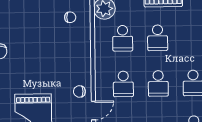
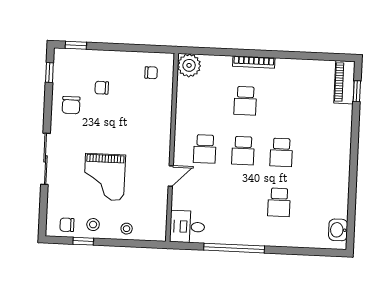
school desk: (123, 38) -> (207, 99), removed
chair: (79, 91) -> (102, 88), moved

